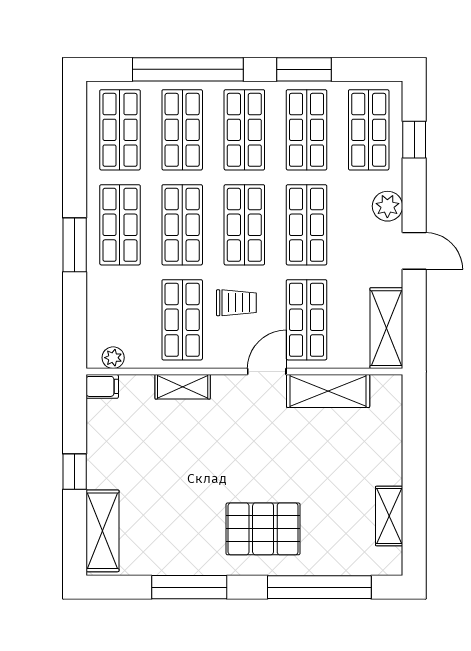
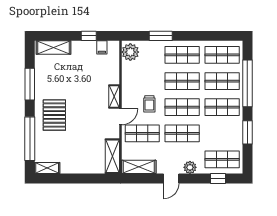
shop shelf: (307, 130) -> (222, 133), removed
window: (75, 245) -> (161, 36), moved
shop shelf: (182, 320) -> (142, 81), removed
plant: (113, 358) -> (130, 52), width x1.88, depth x1.88
door: (267, 371) -> (120, 117), hinge flipped
filing cabinet: (102, 386) -> (102, 47), moved
shelving: (183, 387) -> (114, 97), moved
shelving: (328, 391) -> (112, 156), moved
window: (75, 472) -> (89, 36), moved
shelving: (389, 516) -> (47, 168), moved

